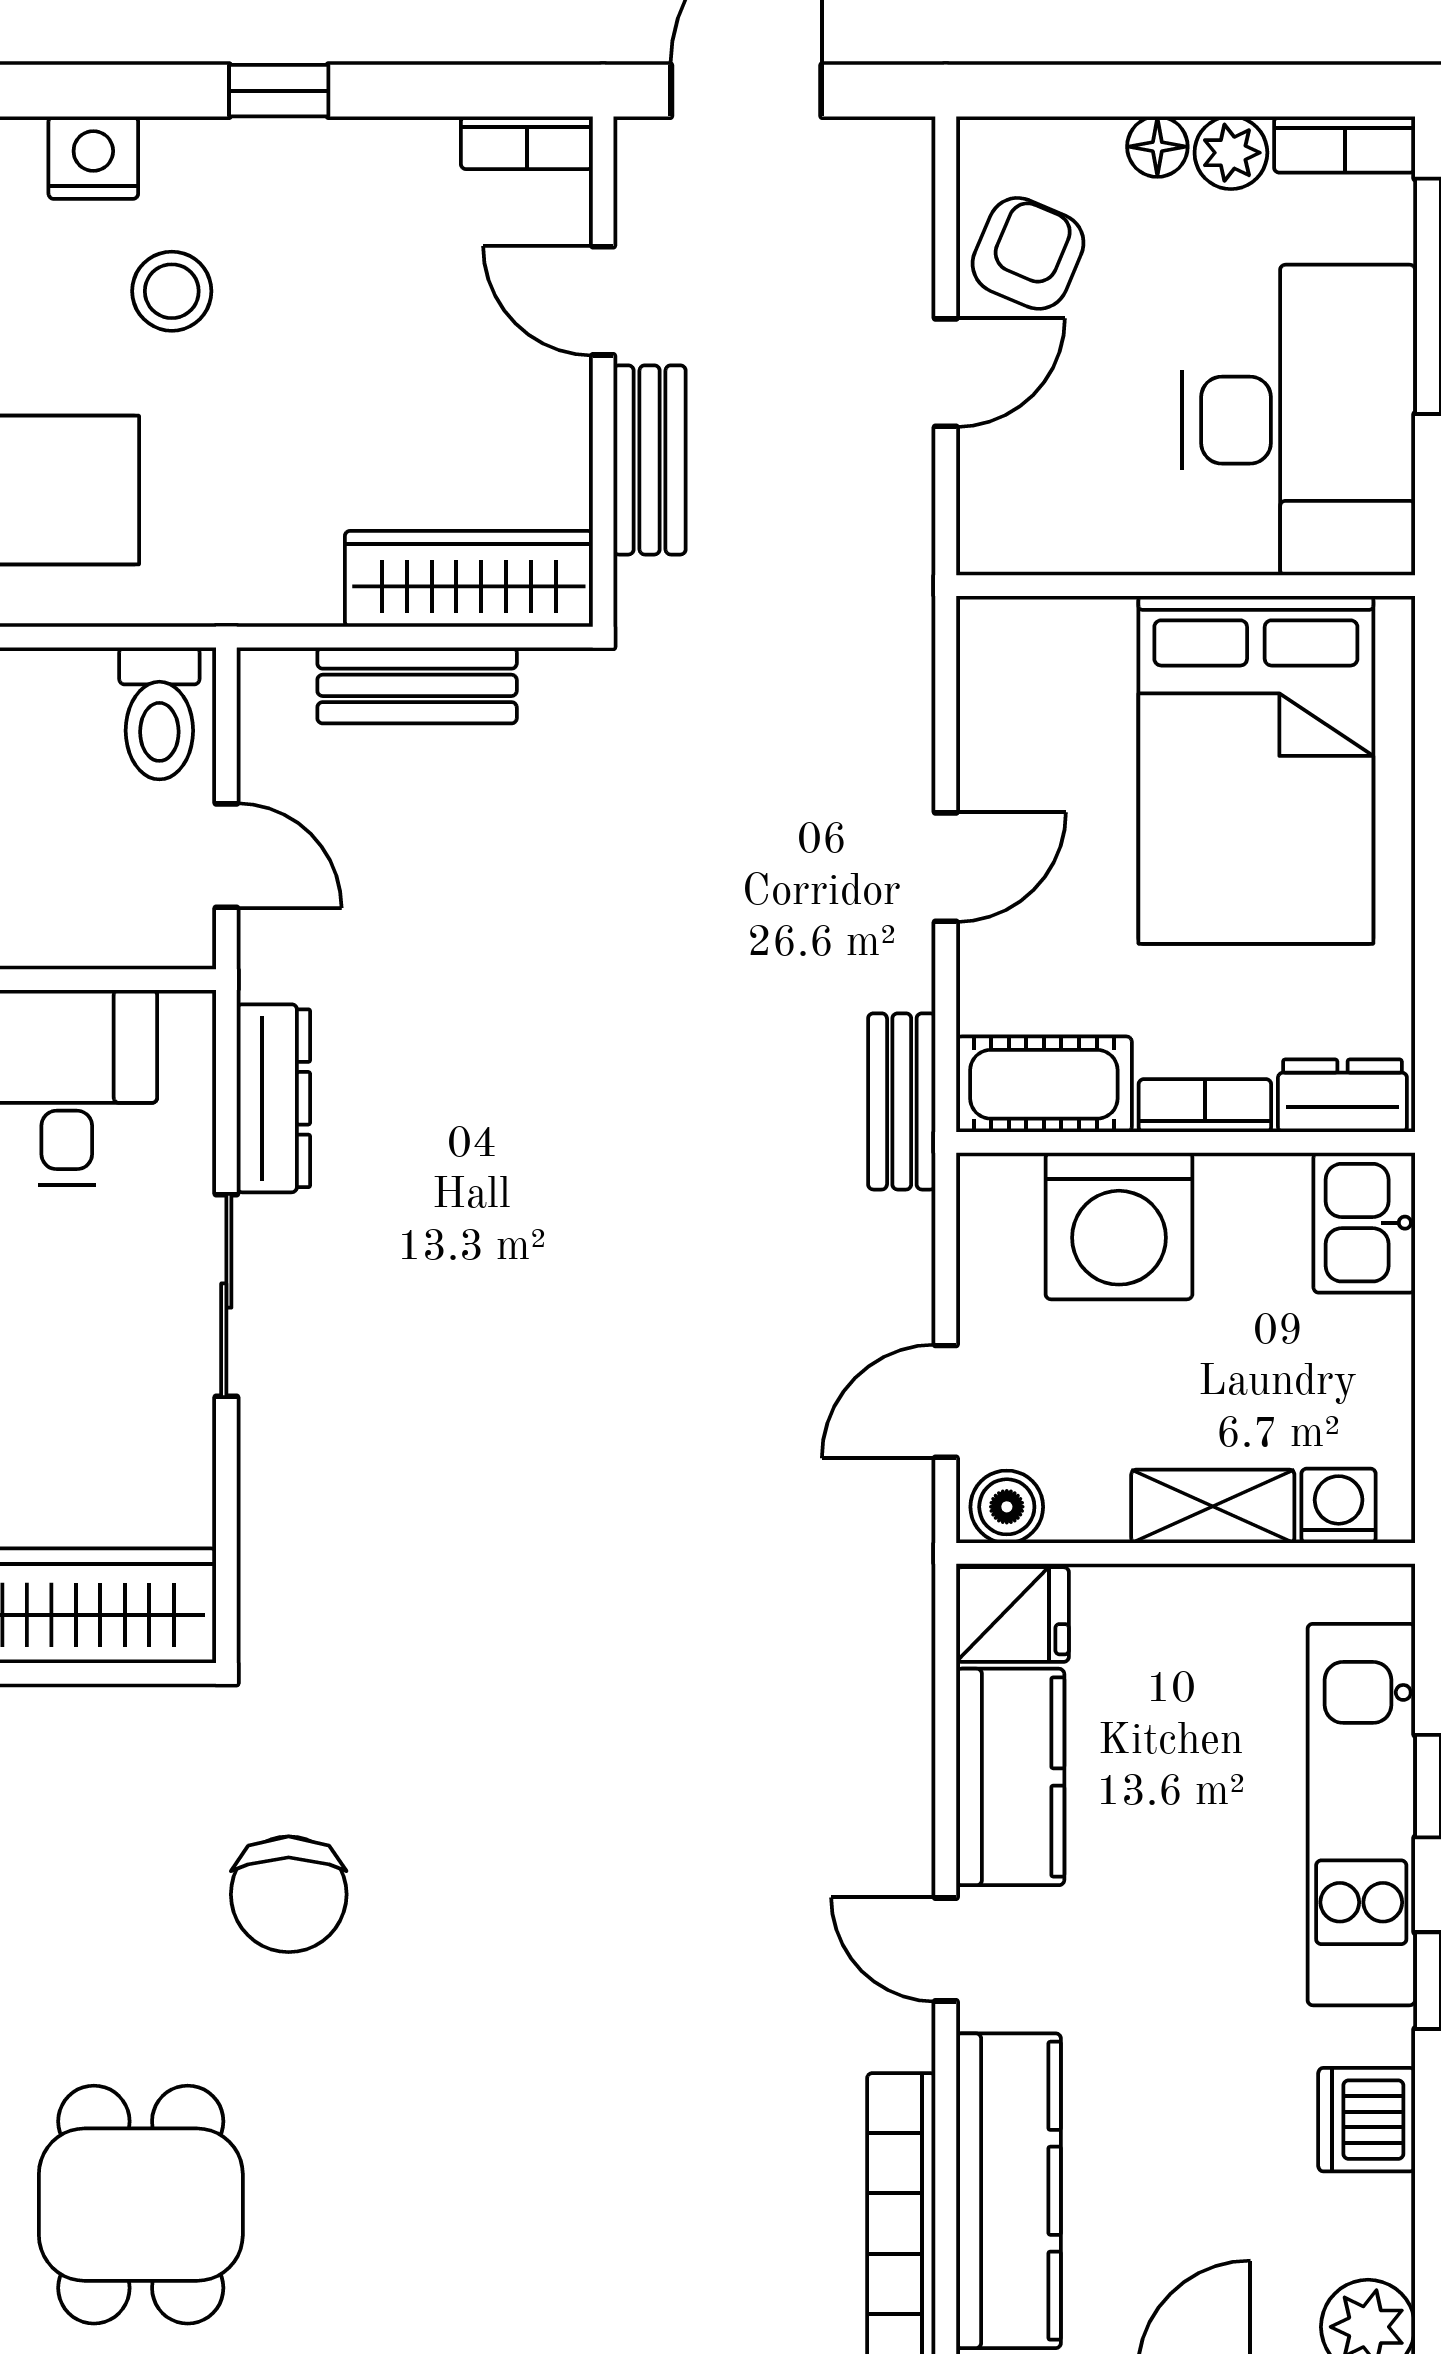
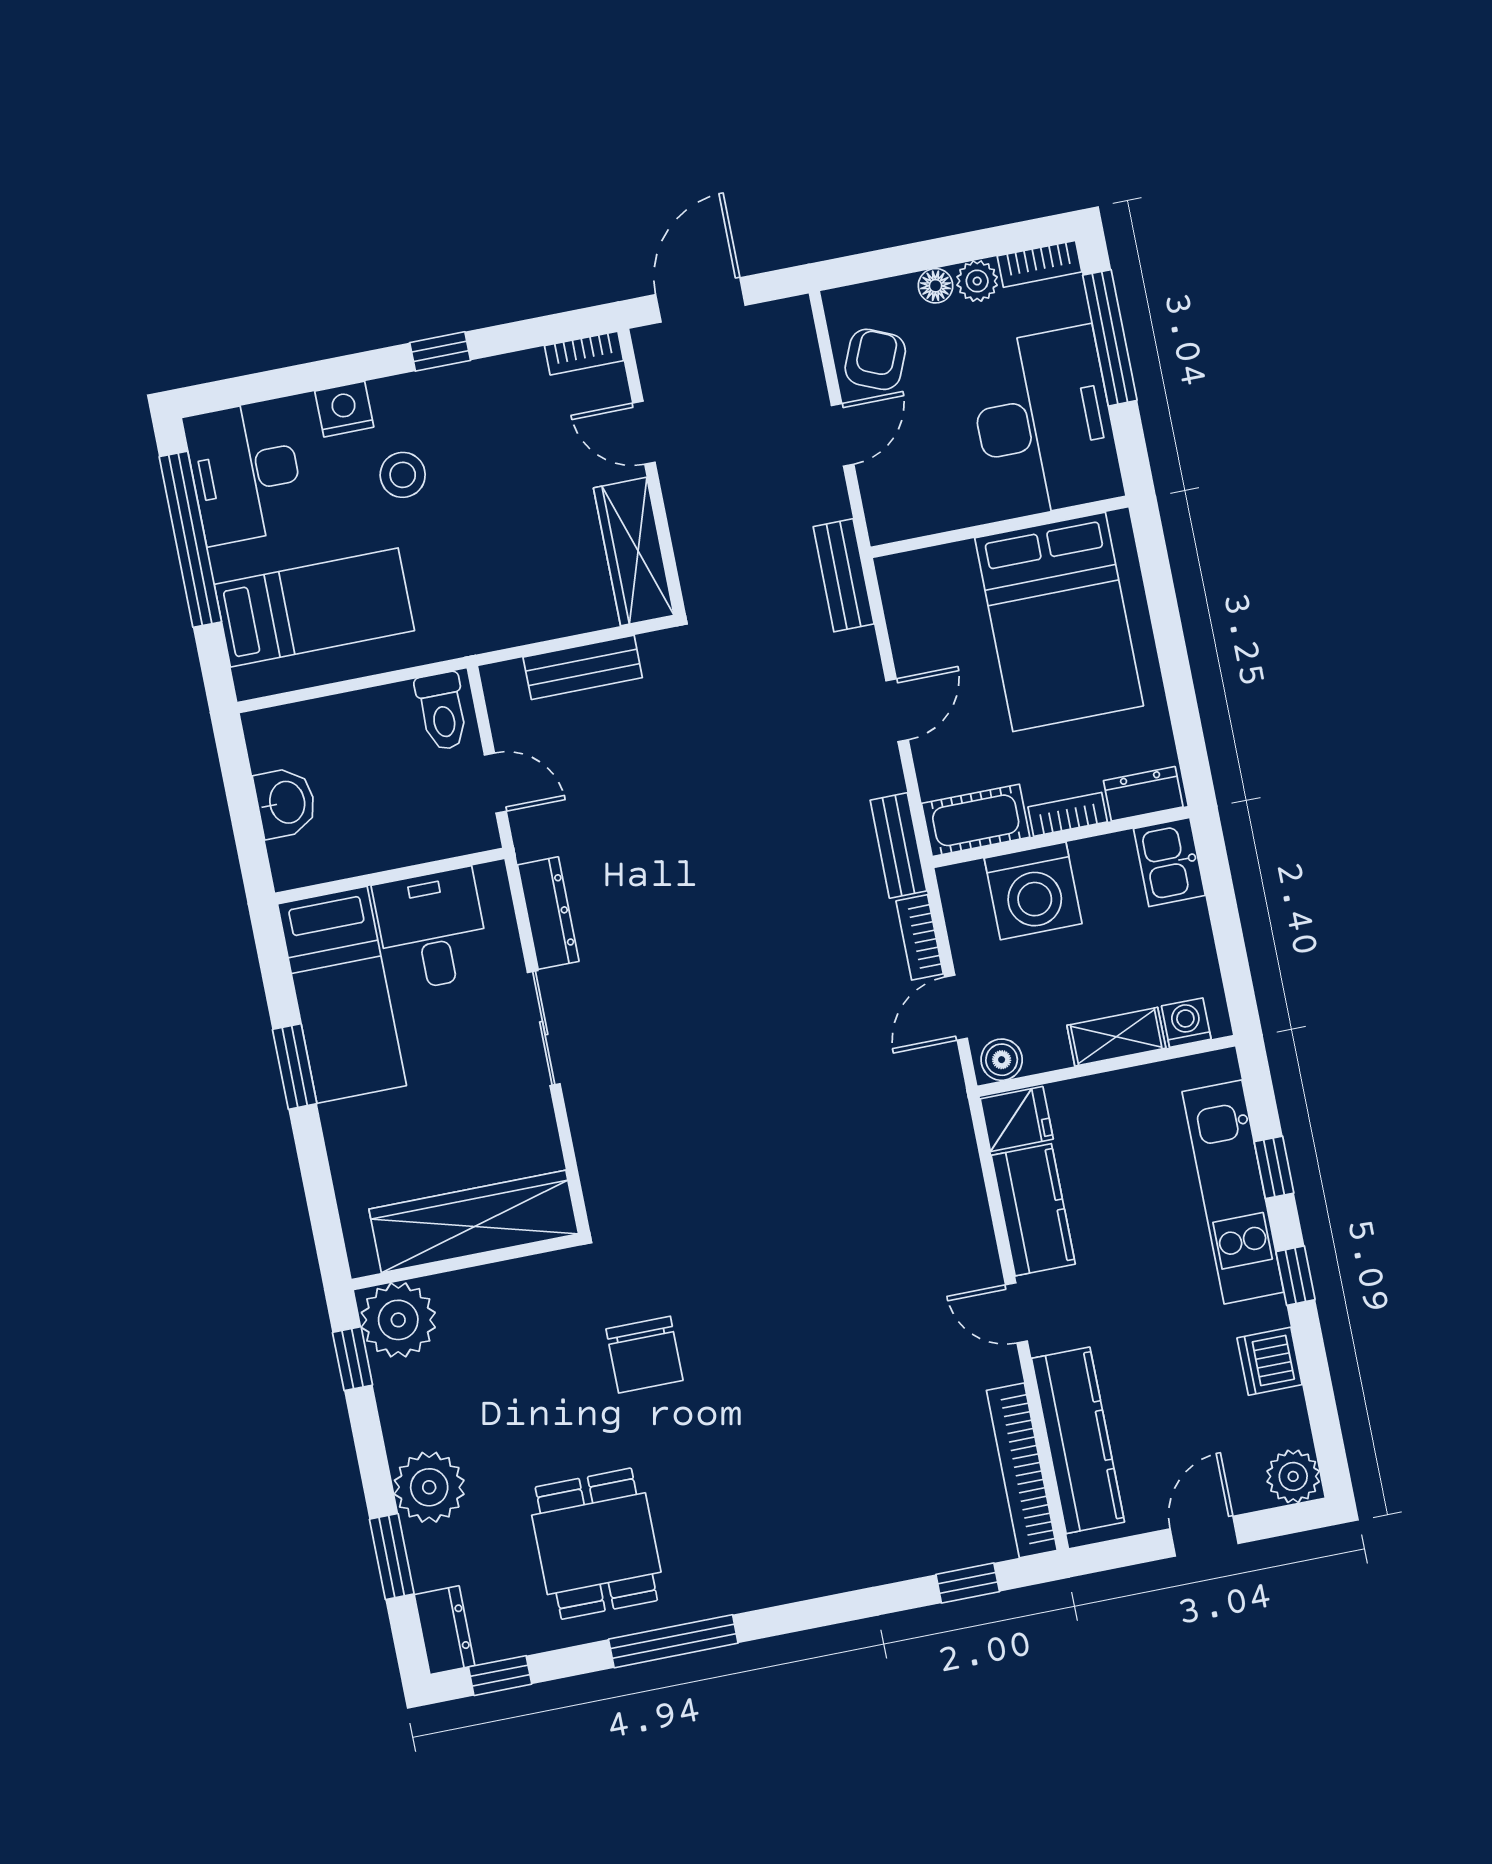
bench: (650, 460) -> (844, 575), moved
wardrobe: (469, 579) -> (634, 552), moved, turned -90
bookcase: (907, 1268) -> (920, 937), added

